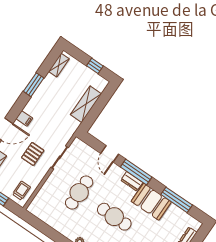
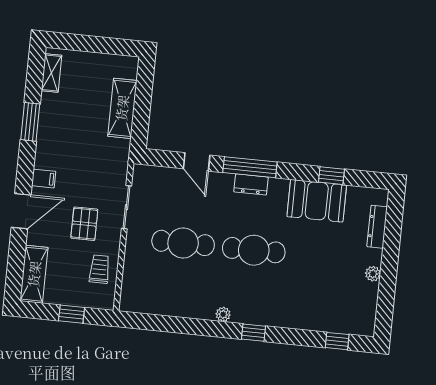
window: (95, 66) -> (105, 45), removed
trolley: (21, 191) -> (100, 269), moved
cafe table: (79, 193) -> (183, 243), turned 90
window: (177, 200) -> (331, 176), width x0.46
booth: (151, 202) -> (317, 201), moved

